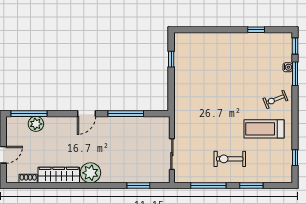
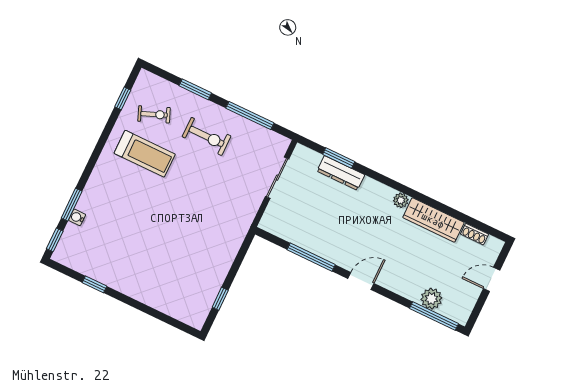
exercise bike: (275, 99) -> (154, 114), moved
plant: (90, 173) -> (401, 200), width x0.53, depth x0.53
dresser: (132, 177) -> (341, 173), added

